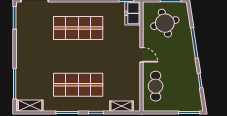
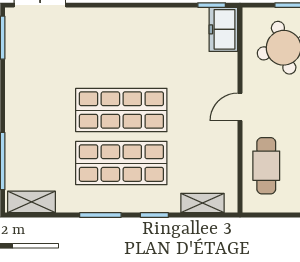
shop shelf: (78, 28) -> (121, 110), moved
door: (142, 55) -> (240, 107), swing flipped

